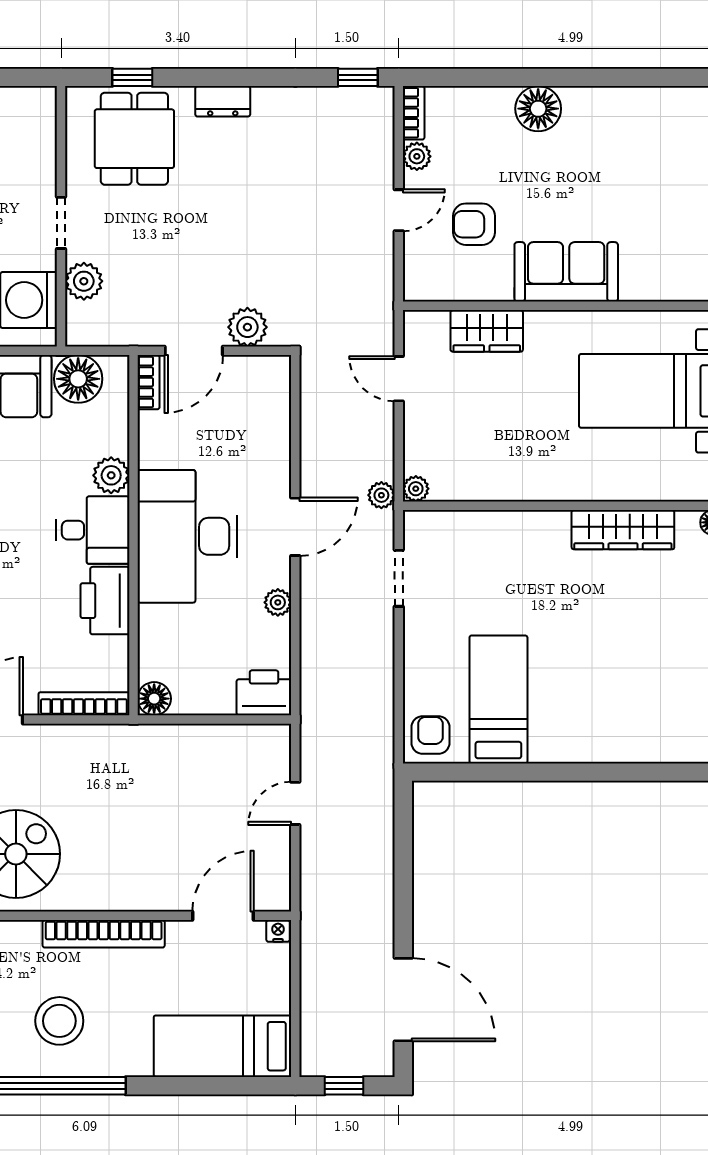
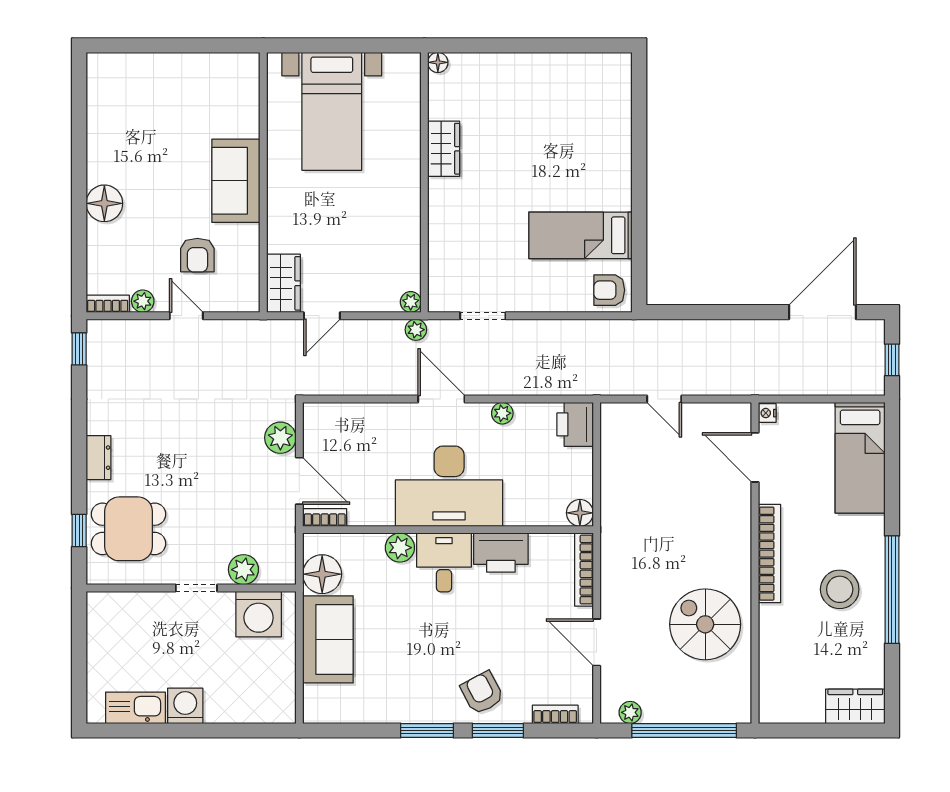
wardrobe: (487, 331) -> (283, 283), moved
wardrobe: (623, 530) -> (444, 149), width x0.67

